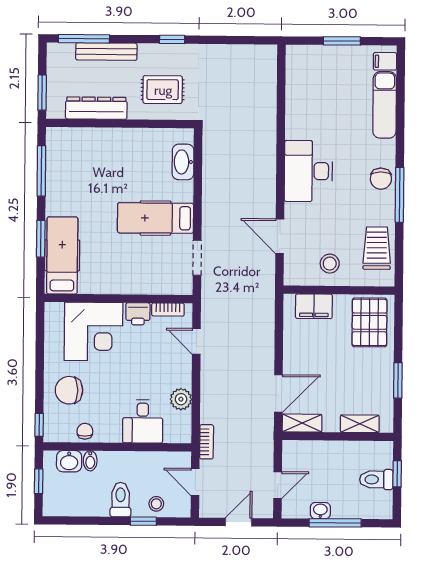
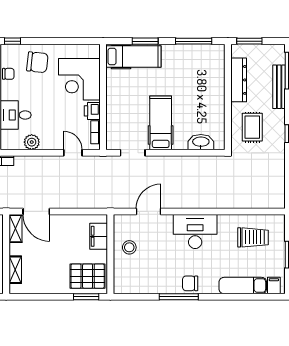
trolley: (377, 248) -> (253, 237), moved
door: (196, 341) -> (73, 153), hinge flipped
window: (398, 380) -> (86, 297), moved
chair: (69, 390) -> (37, 62), turned 96

